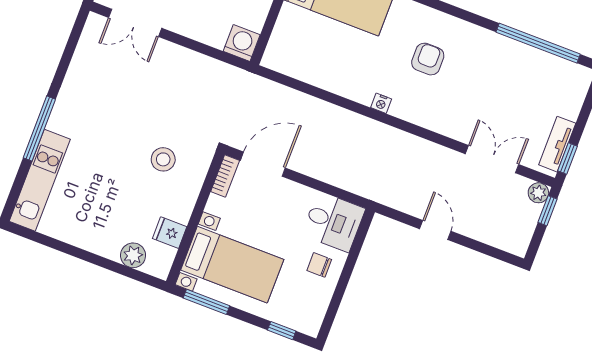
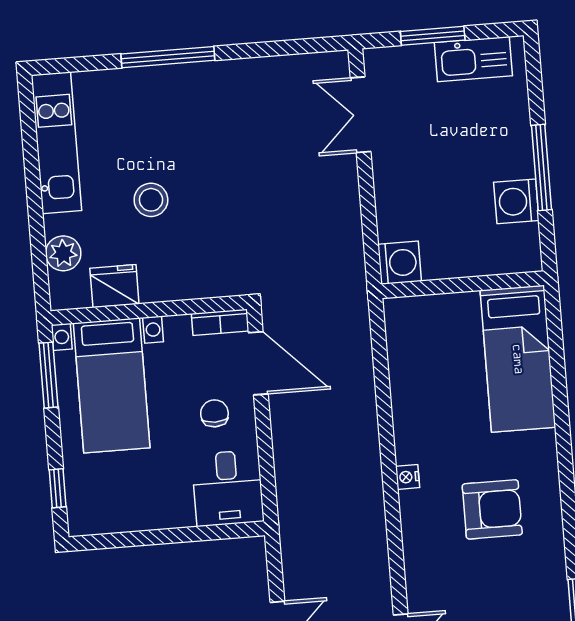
armchair: (428, 59) -> (492, 509), width x1.38, depth x1.38
stool: (163, 159) -> (151, 200), moved
kitchen unit: (40, 180) -> (56, 143), moved, turned -90
fridge: (170, 233) -> (114, 286), width x1.38
chair: (319, 265) -> (214, 413), moved

